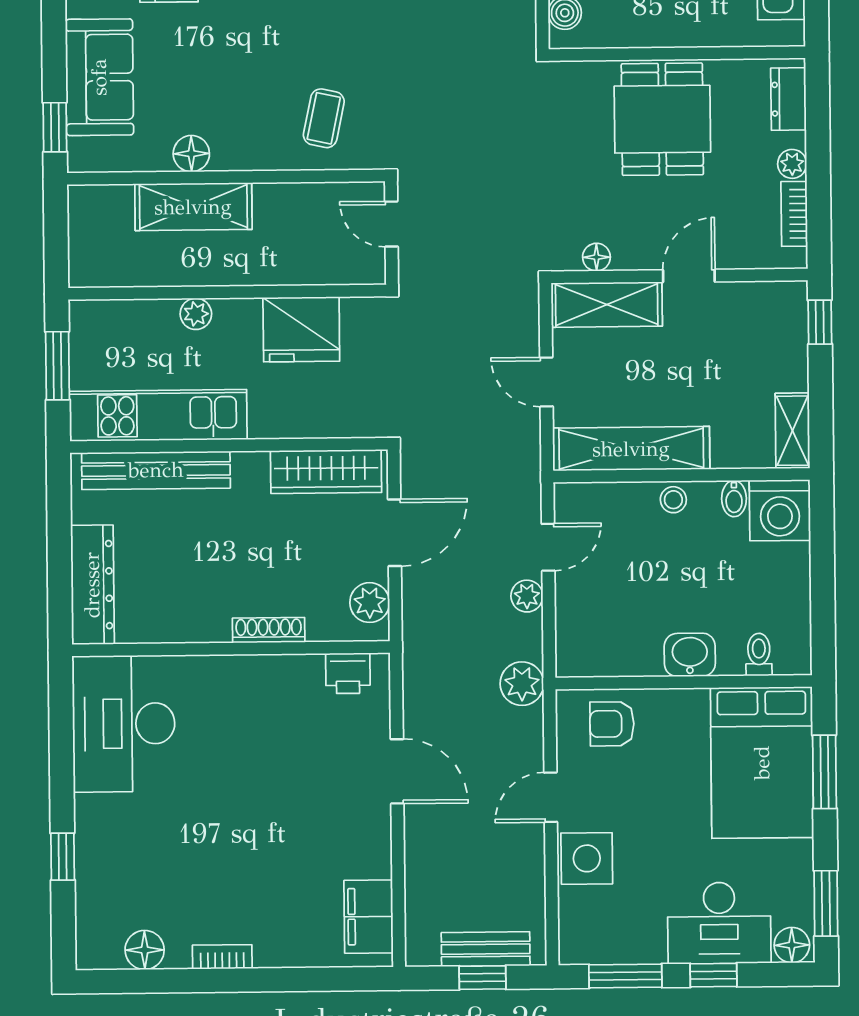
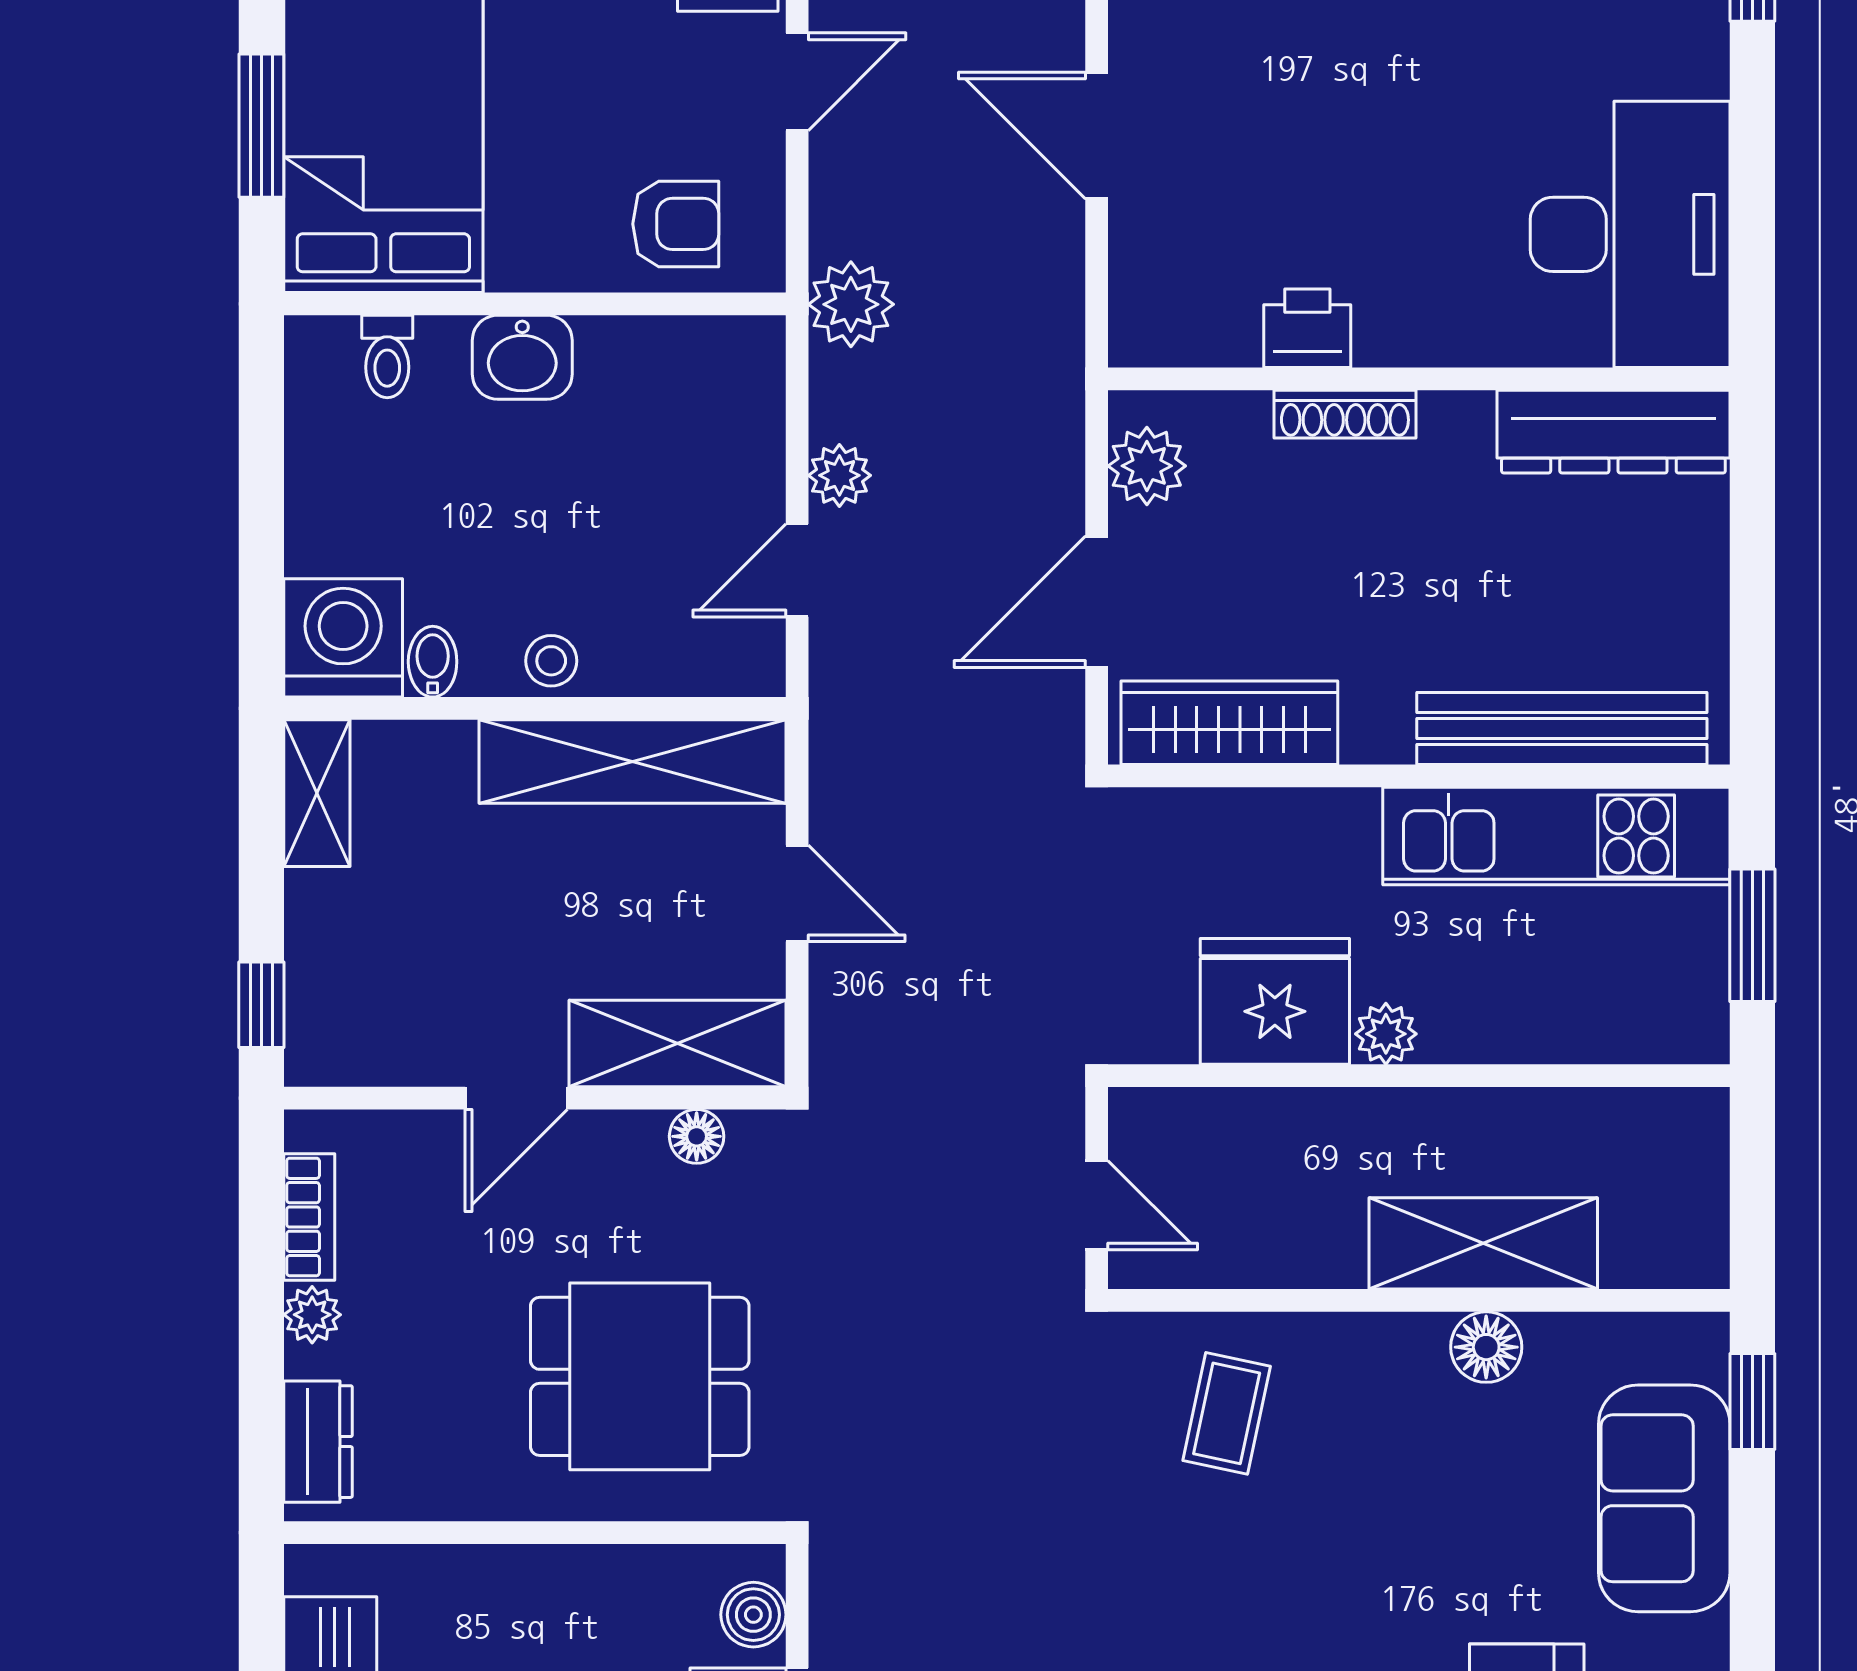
dining table: (662, 119) -> (640, 1376), moved, turned 90
plant: (196, 314) -> (1386, 1034), moved
dresser: (92, 585) -> (1613, 432), moved, turned -90
printer: (348, 673) -> (1307, 328), moved

